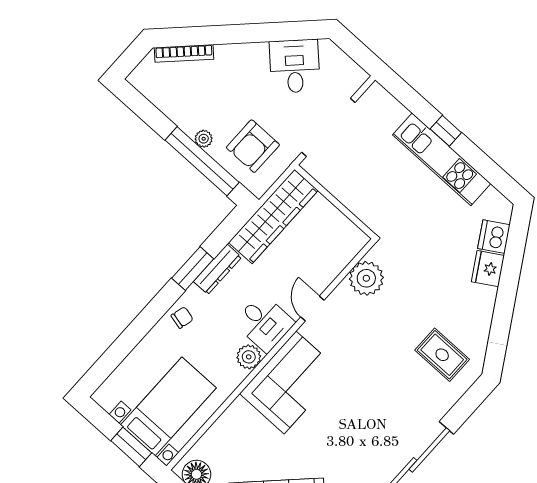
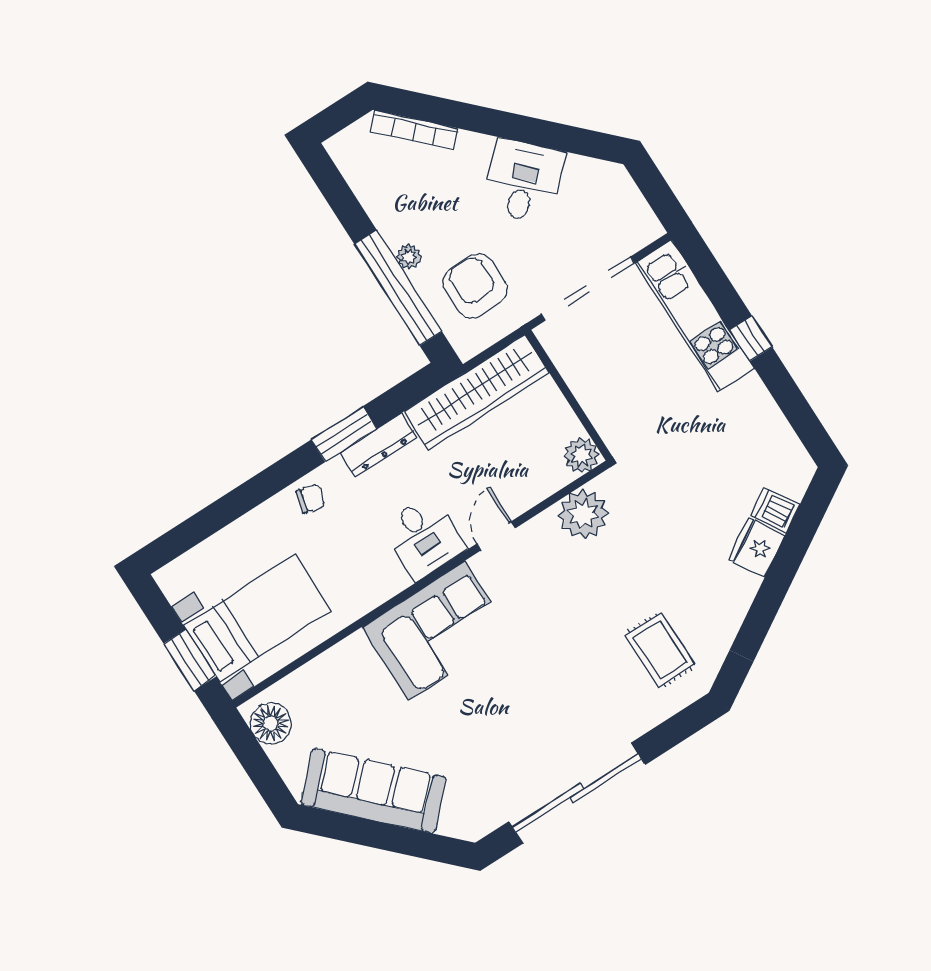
desk: (295, 66) -> (524, 181), moved
armchair: (253, 146) -> (475, 286), turned 90
kitchen unit: (442, 159) -> (695, 316), moved
dishwasher: (494, 237) -> (775, 510), width x0.73
plant: (249, 357) -> (581, 455), moved

